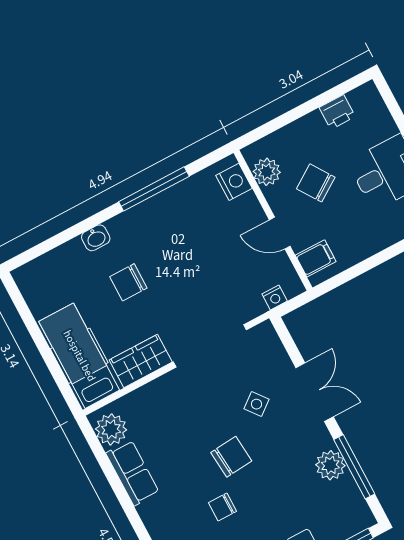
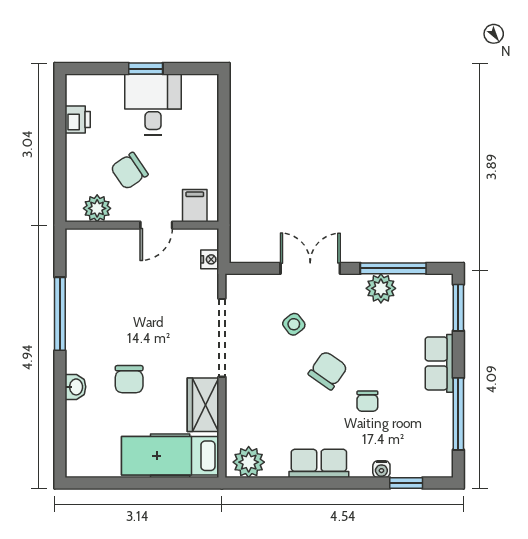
nightstand: (234, 182) -> (91, 241), removed
chair: (231, 457) -> (328, 370), turned 40
row of seats: (133, 473) -> (319, 463), moved

